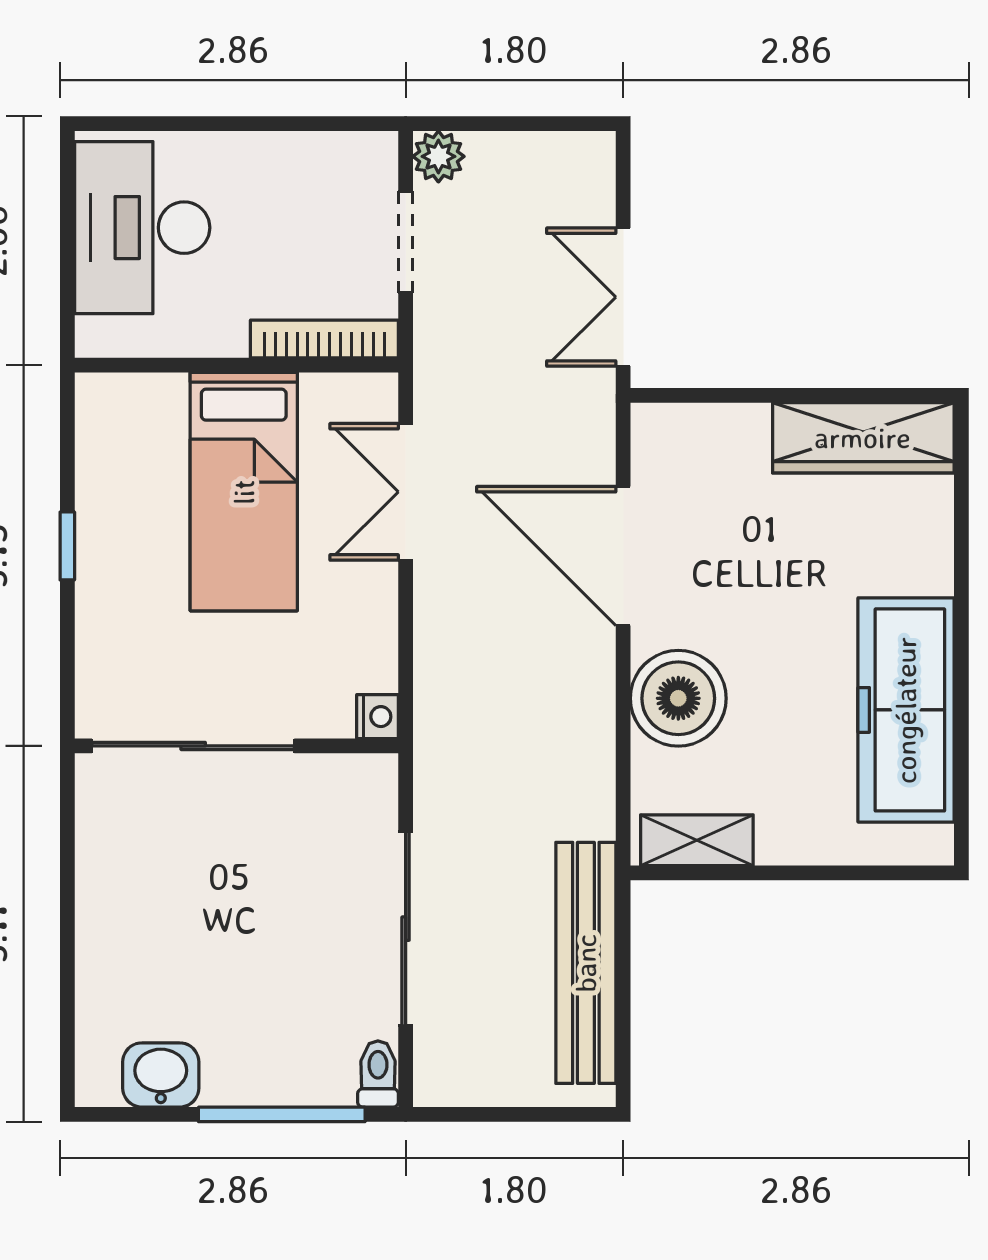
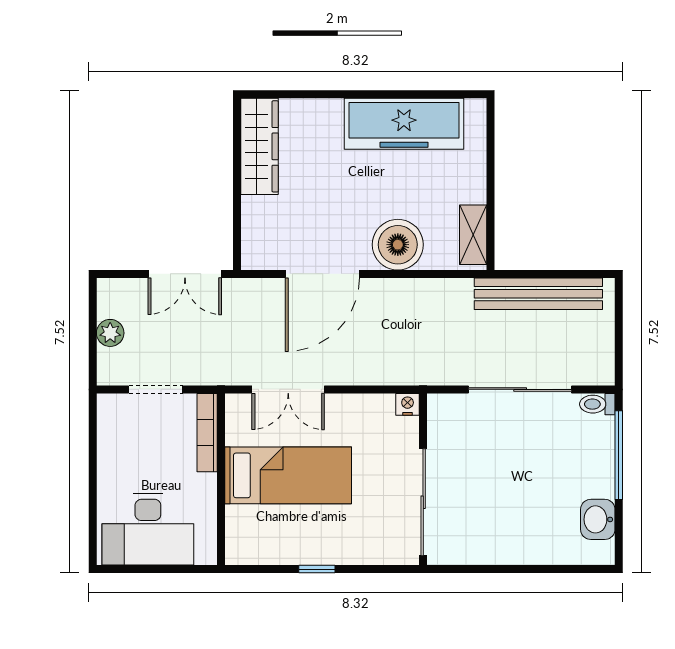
plant: (438, 156) -> (110, 333), moved

